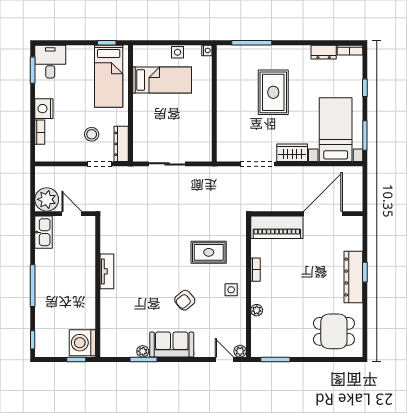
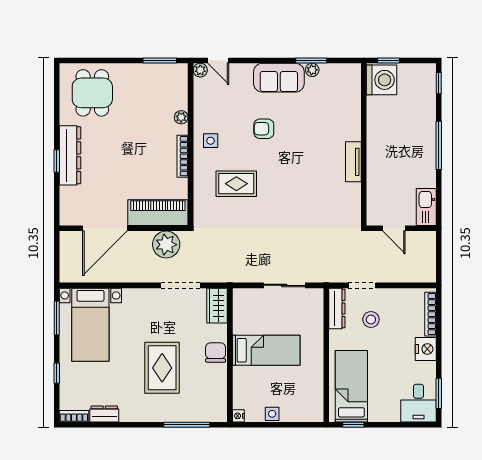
bed: (162, 80) -> (266, 350), moved, turned 180
chair: (227, 105) -> (216, 353), added
bookcase: (40, 132) -> (430, 314), width x1.56
wardrobe: (292, 153) -> (217, 306), moved, turned 90
plant: (47, 199) -> (166, 245), moved
bookcase: (255, 270) -> (183, 156), width x1.56
armchair: (185, 300) -> (264, 129), turned -140
dining table: (334, 331) -> (92, 93), turned 90

